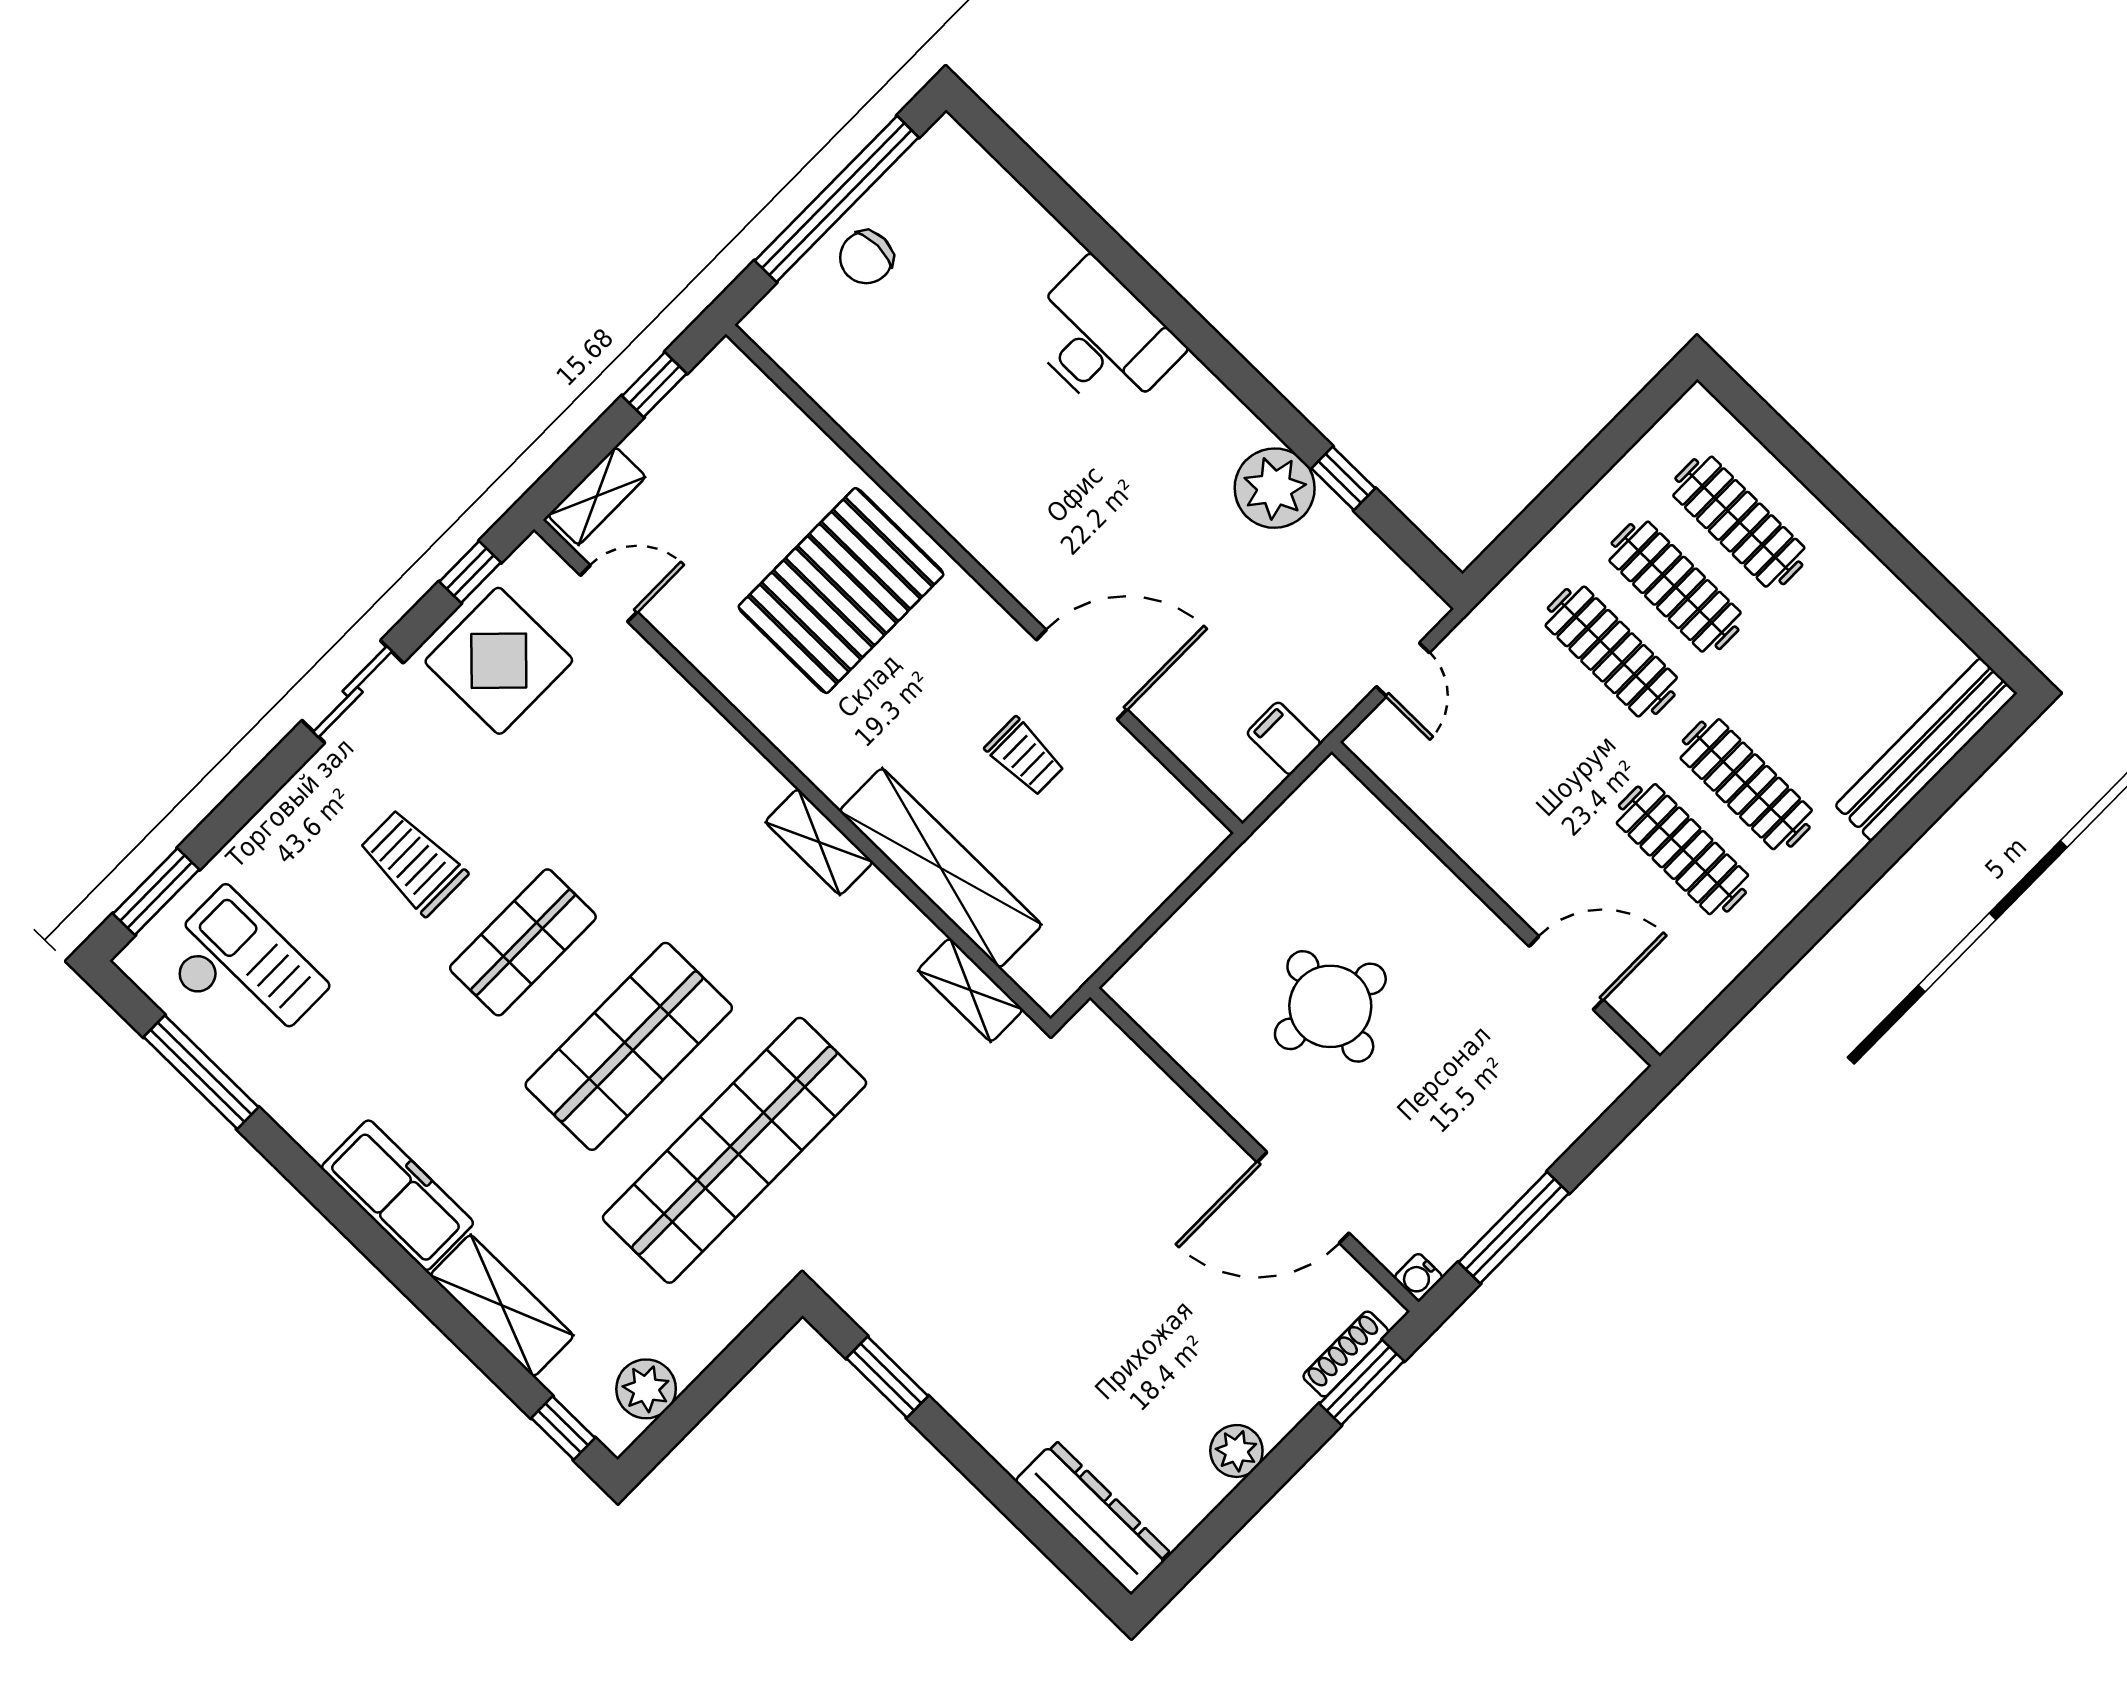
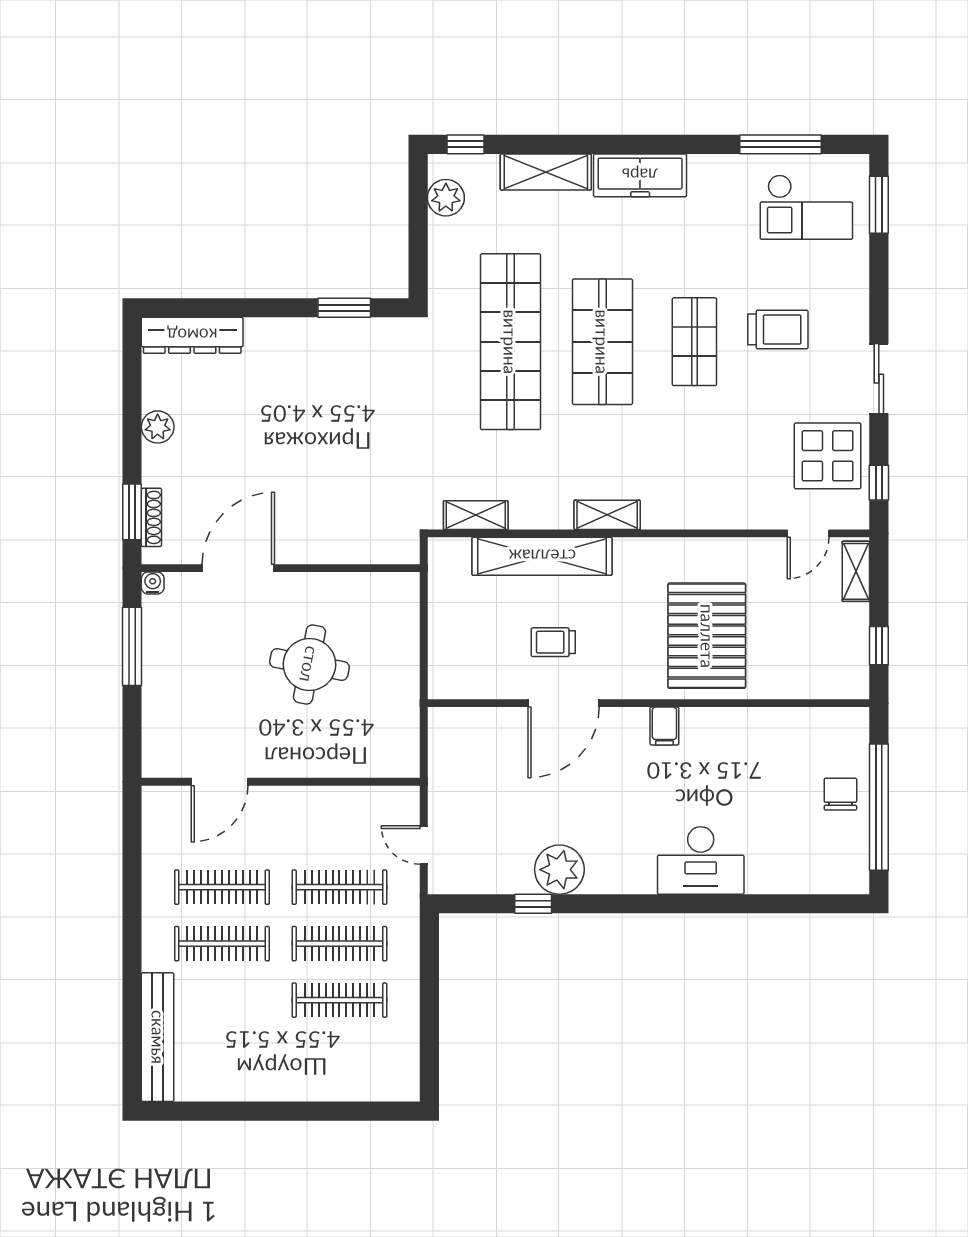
clothes rail: (1739, 522) -> (339, 887), moved
filing cabinet: (1284, 738) -> (664, 726), moved, turned 90

